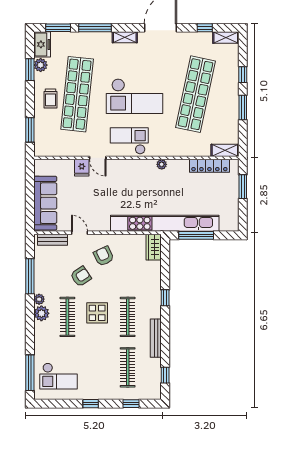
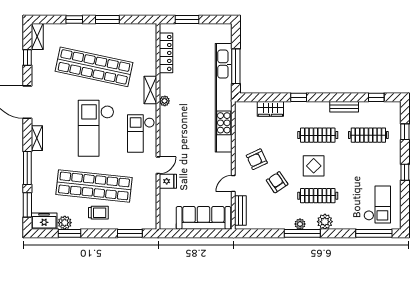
checkout: (134, 96) -> (96, 128), turned 180
shelving: (225, 150) -> (150, 90), moved
wardrobe: (154, 247) -> (270, 109), moved
window: (30, 276) -> (302, 233), moved
plant: (41, 313) -> (325, 222), moved
bench: (156, 338) -> (344, 107), width x0.73

